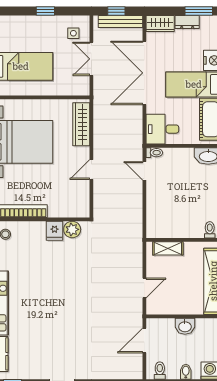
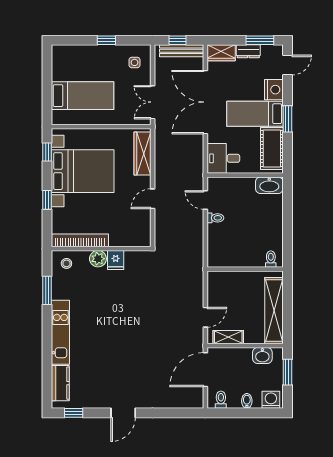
double door: (91, 59) -> (153, 102), moved
toilet: (154, 153) -> (215, 218), moved
plant: (72, 229) -> (98, 259), moved
shelving: (168, 248) -> (228, 337), moved
washbasin: (185, 326) -> (262, 356), moved
door: (144, 341) -> (205, 370), width x1.36

